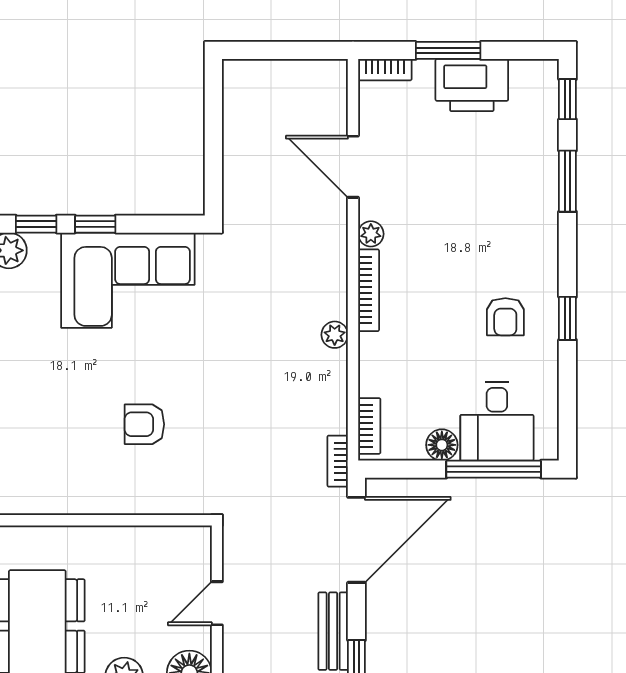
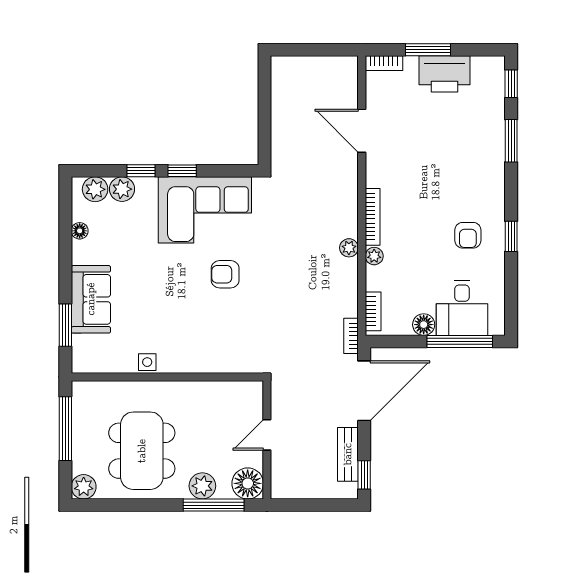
plant: (371, 234) -> (374, 256), moved
armchair: (144, 424) -> (225, 274), moved
side table: (45, 499) -> (147, 362), added

